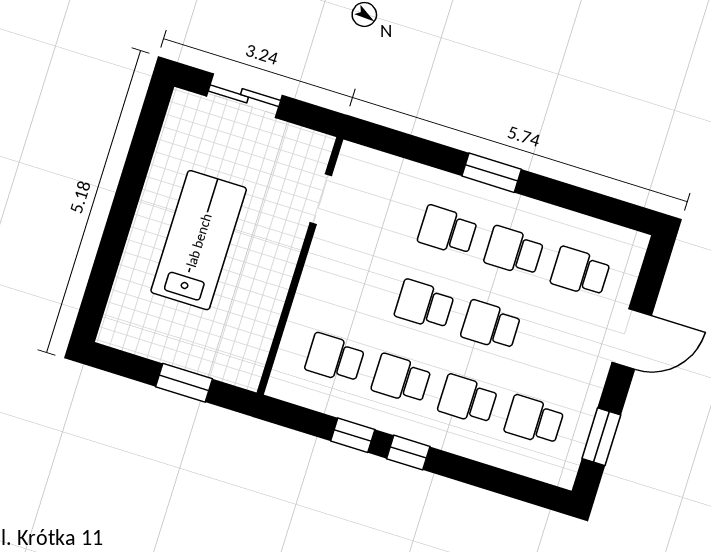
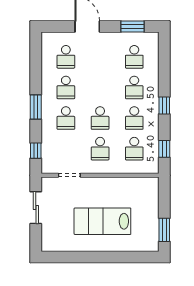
sliding door: (245, 96) -> (36, 208), moved
window: (397, 143) -> (36, 151), added
school desk: (491, 325) -> (100, 149), moved
window: (184, 383) -> (164, 230), moved
window: (353, 435) -> (164, 149), moved

